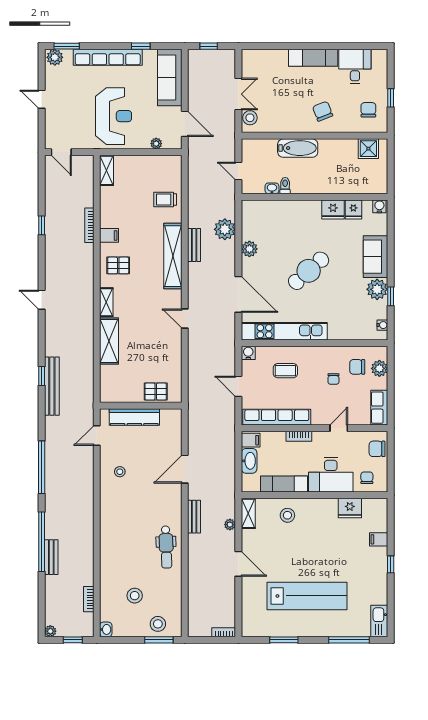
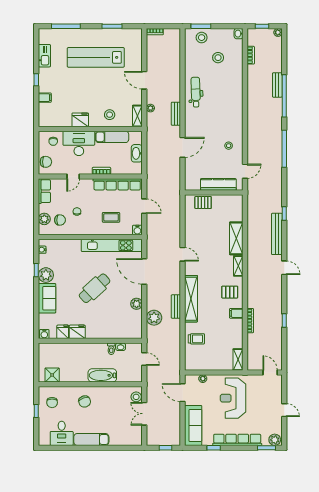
bench: (52, 386) -> (277, 234), moved
filing cabinet: (251, 440) -> (136, 168), removed
fridge: (350, 508) -> (80, 120), moved
kitchen sink: (379, 621) -> (44, 56), moved

